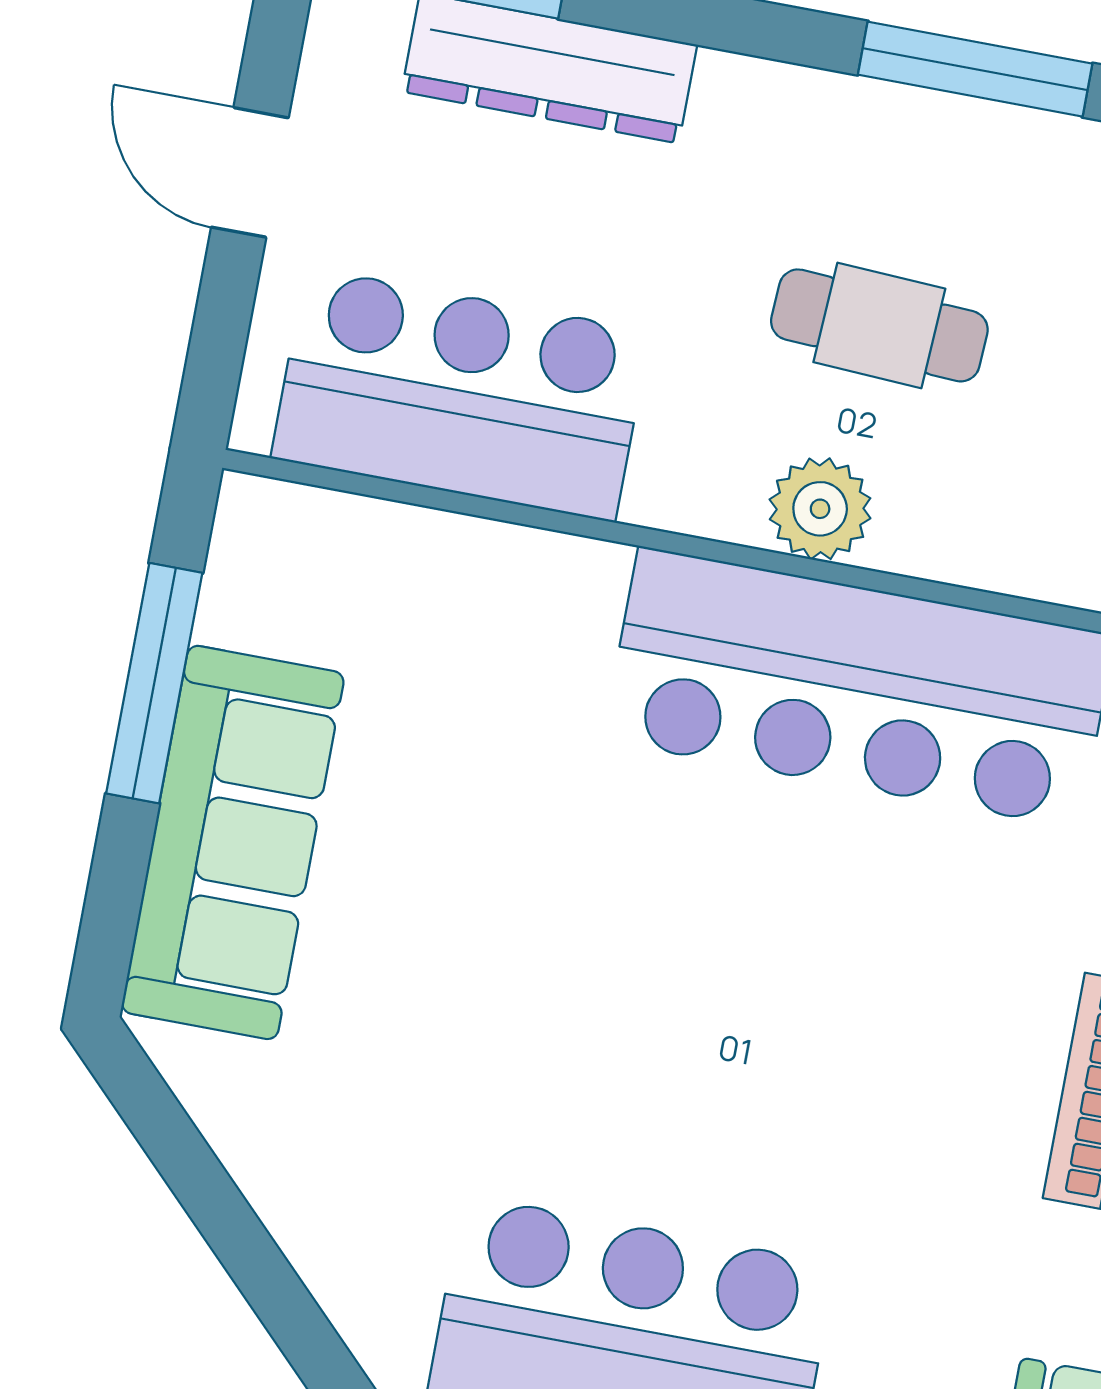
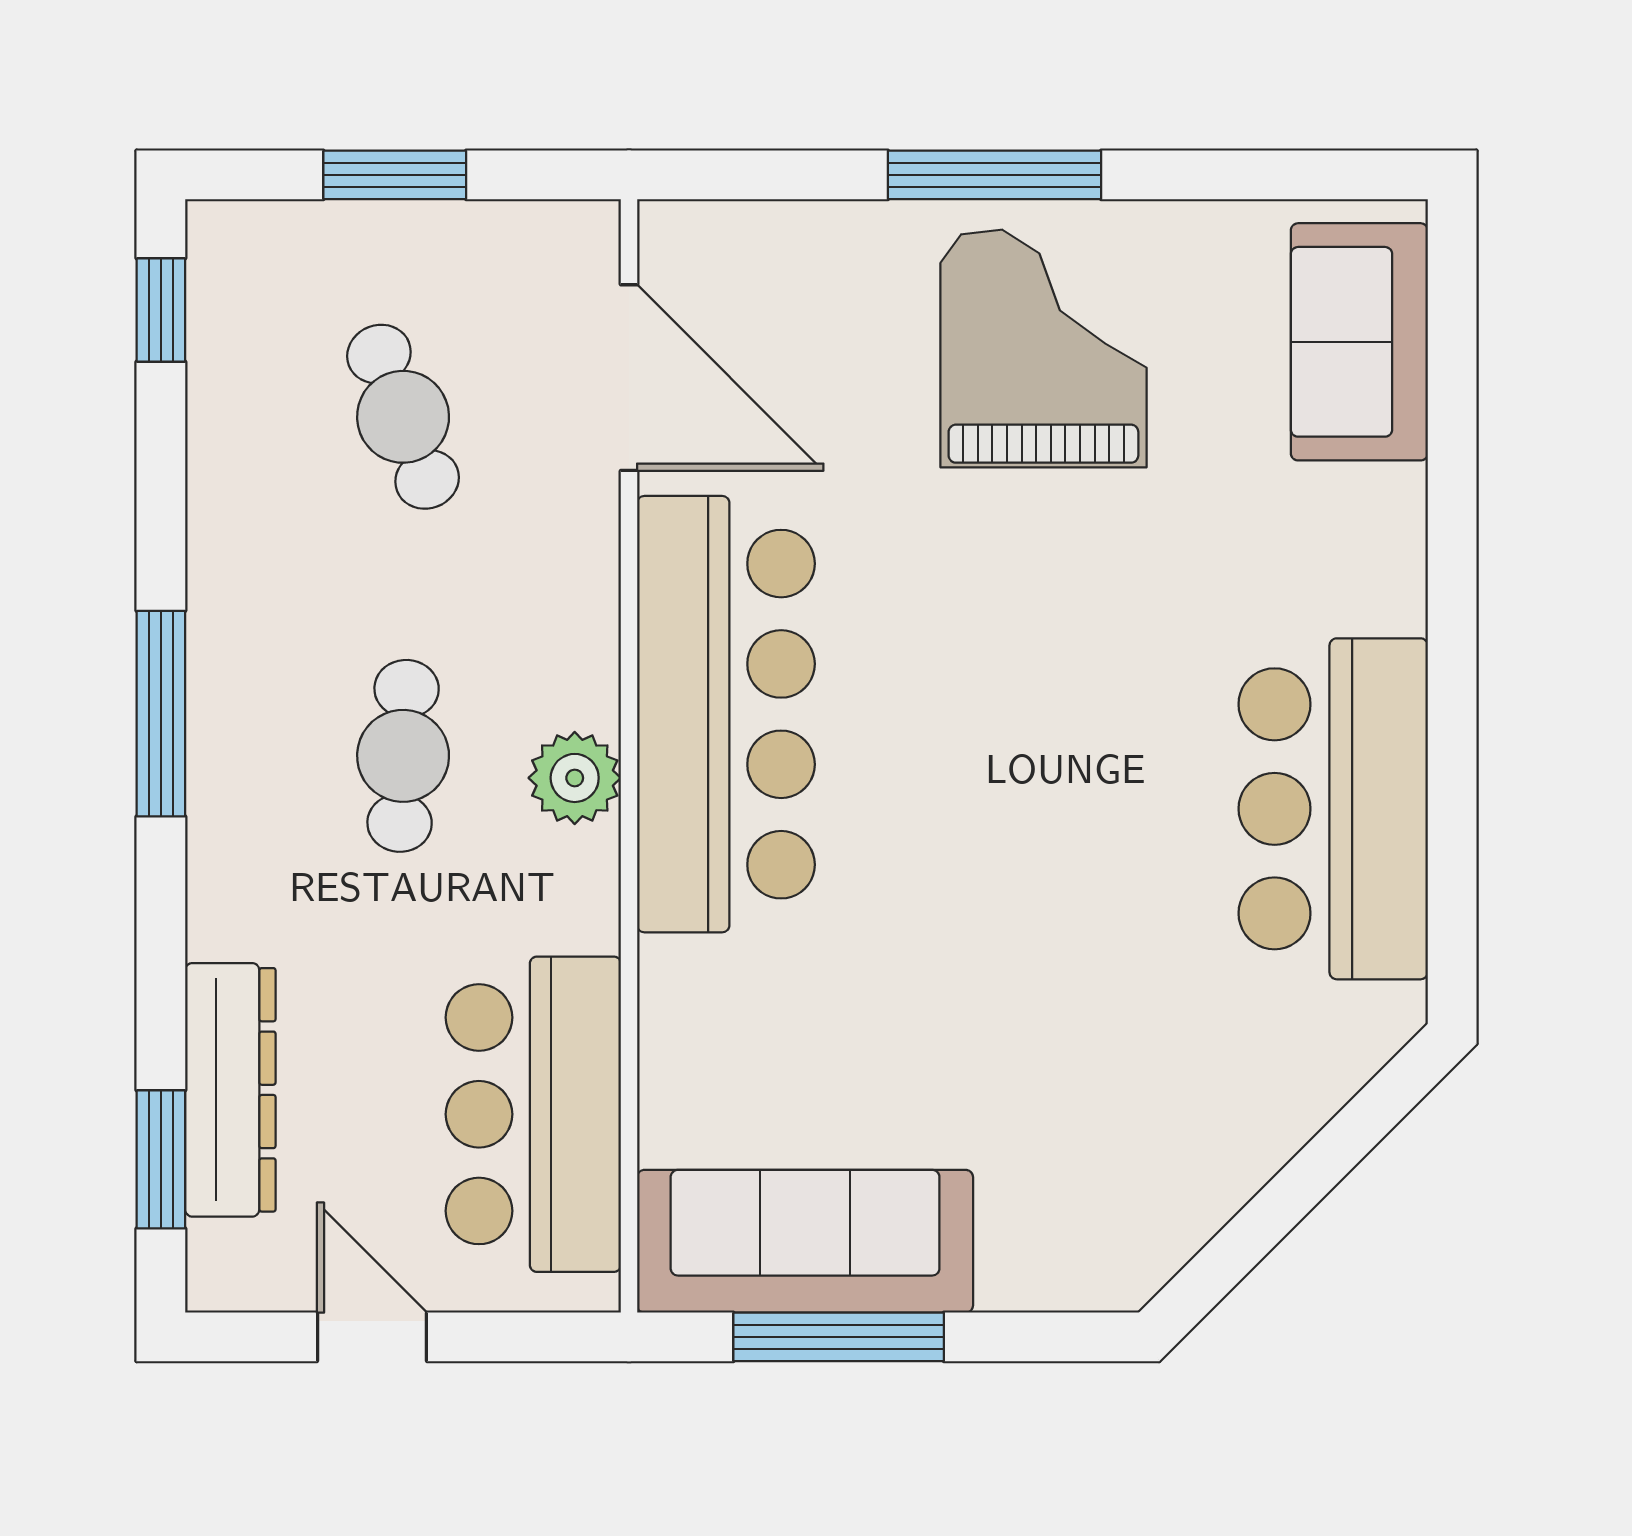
door: (250, 172) -> (372, 1337), swing flipped
sofa: (233, 842) -> (805, 1241), moved

